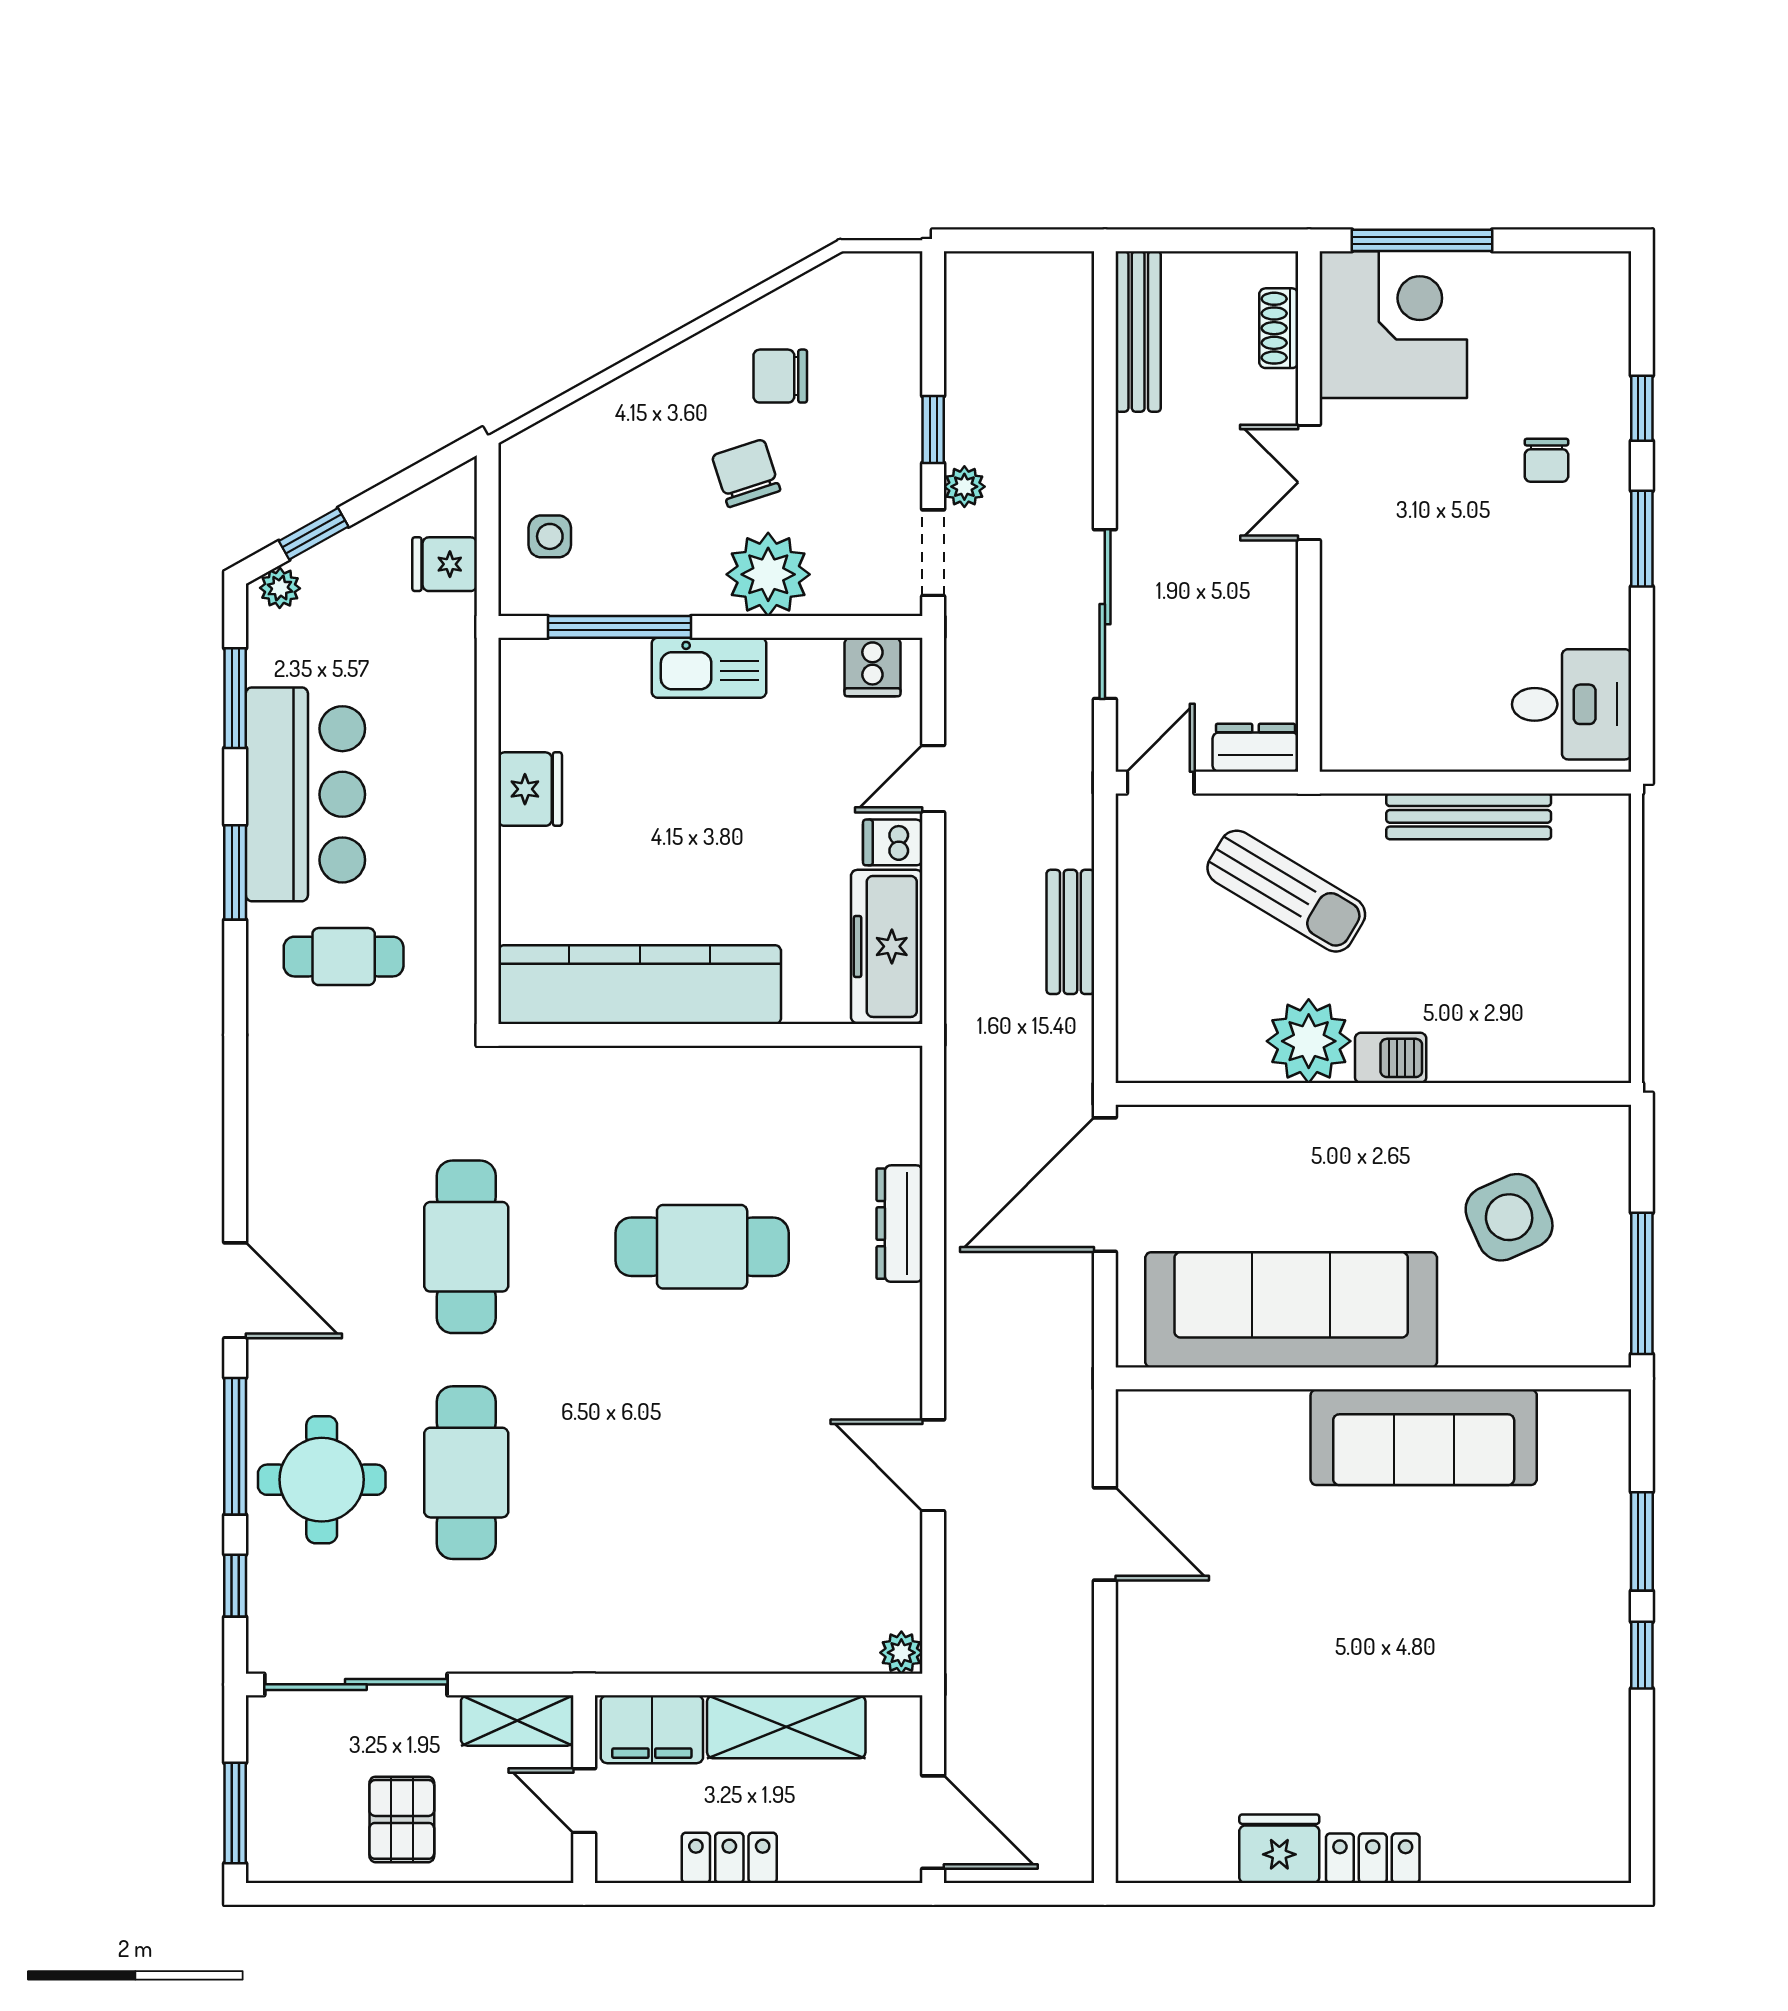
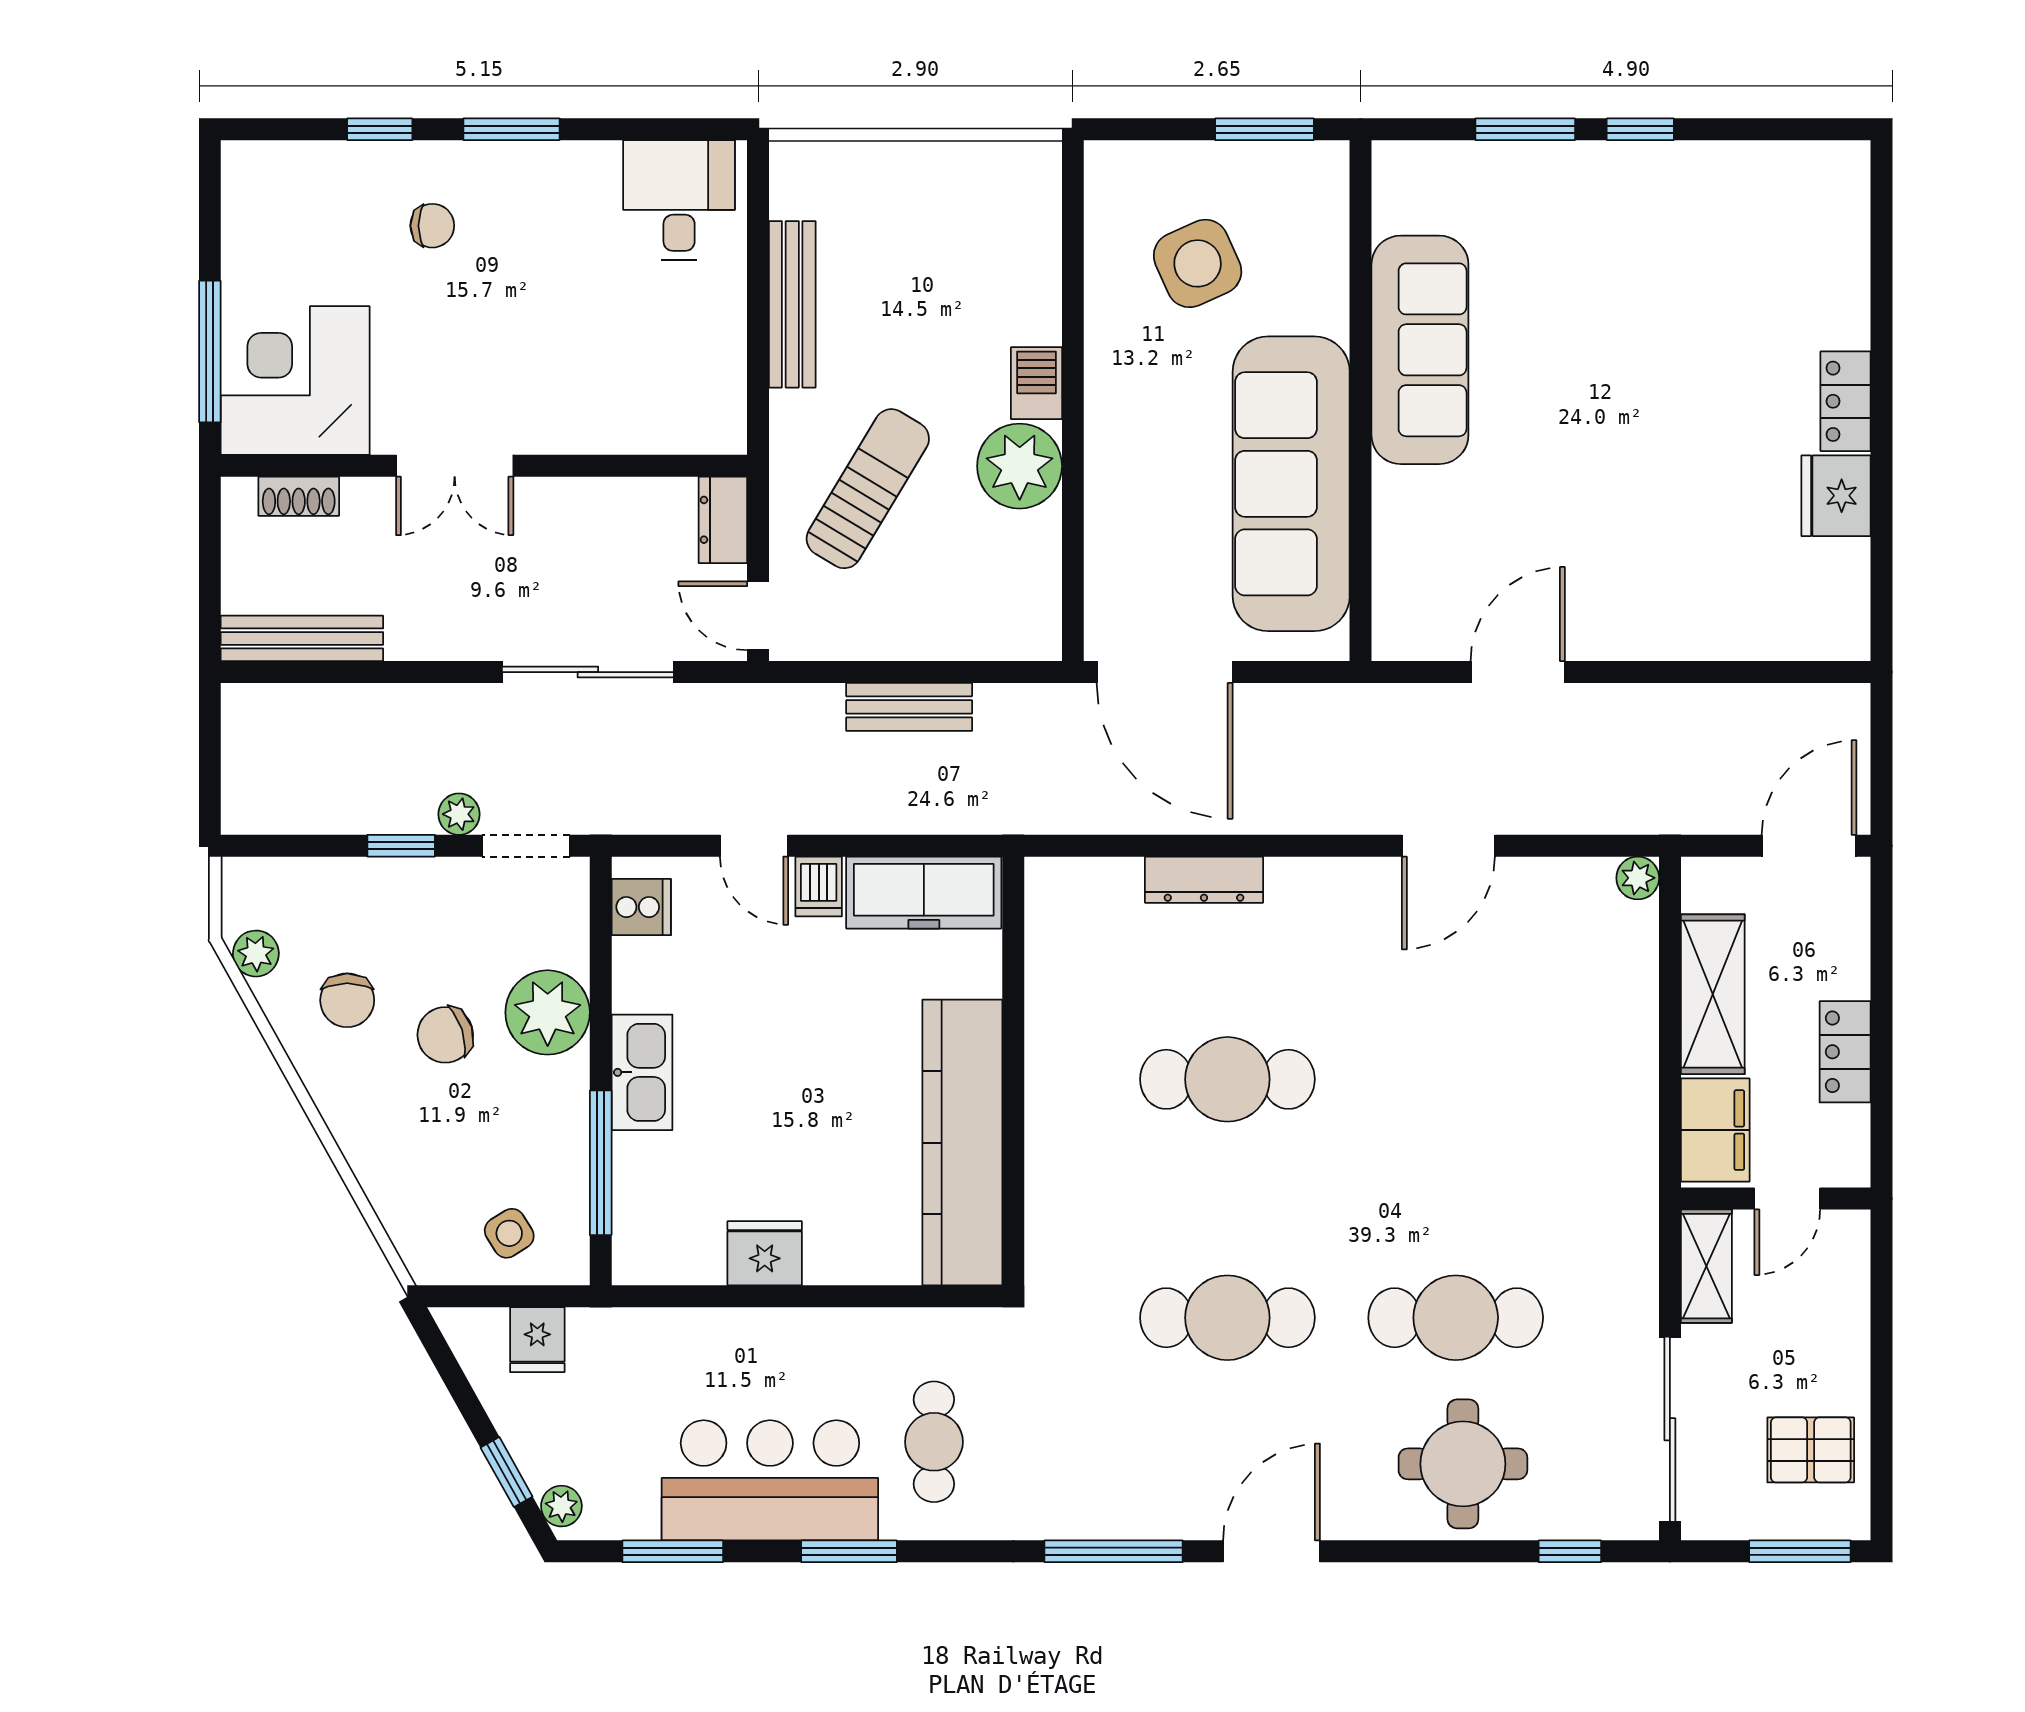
plant: (826, 286) -> (256, 954), added
side table: (550, 536) -> (509, 1233), turned -32
cafe table: (702, 1247) -> (1227, 1079), turned 90
window: (1642, 1283) -> (1264, 129), width x0.69
window: (235, 1446) -> (1114, 1551), moved
pallet: (402, 1819) -> (1811, 1450), moved

